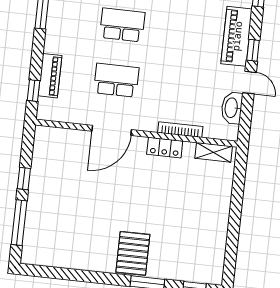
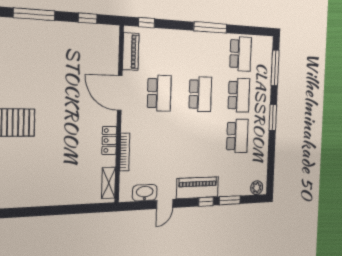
window: (253, 50) -> (206, 202), moved
piano: (50, 76) -> (131, 52), moved, turned -90
window: (24, 179) -> (88, 18), moved

